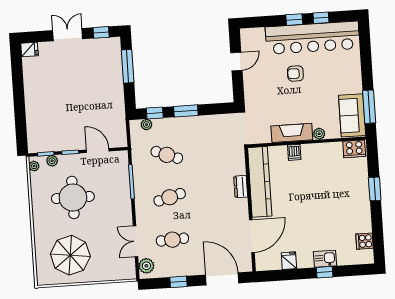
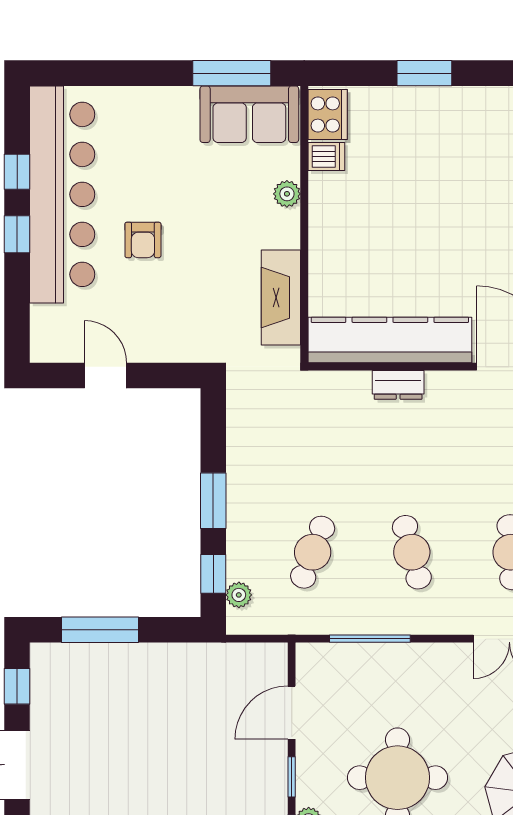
fireplace: (292, 133) -> (281, 298), moved
dishwasher: (294, 152) -> (326, 156), moved

